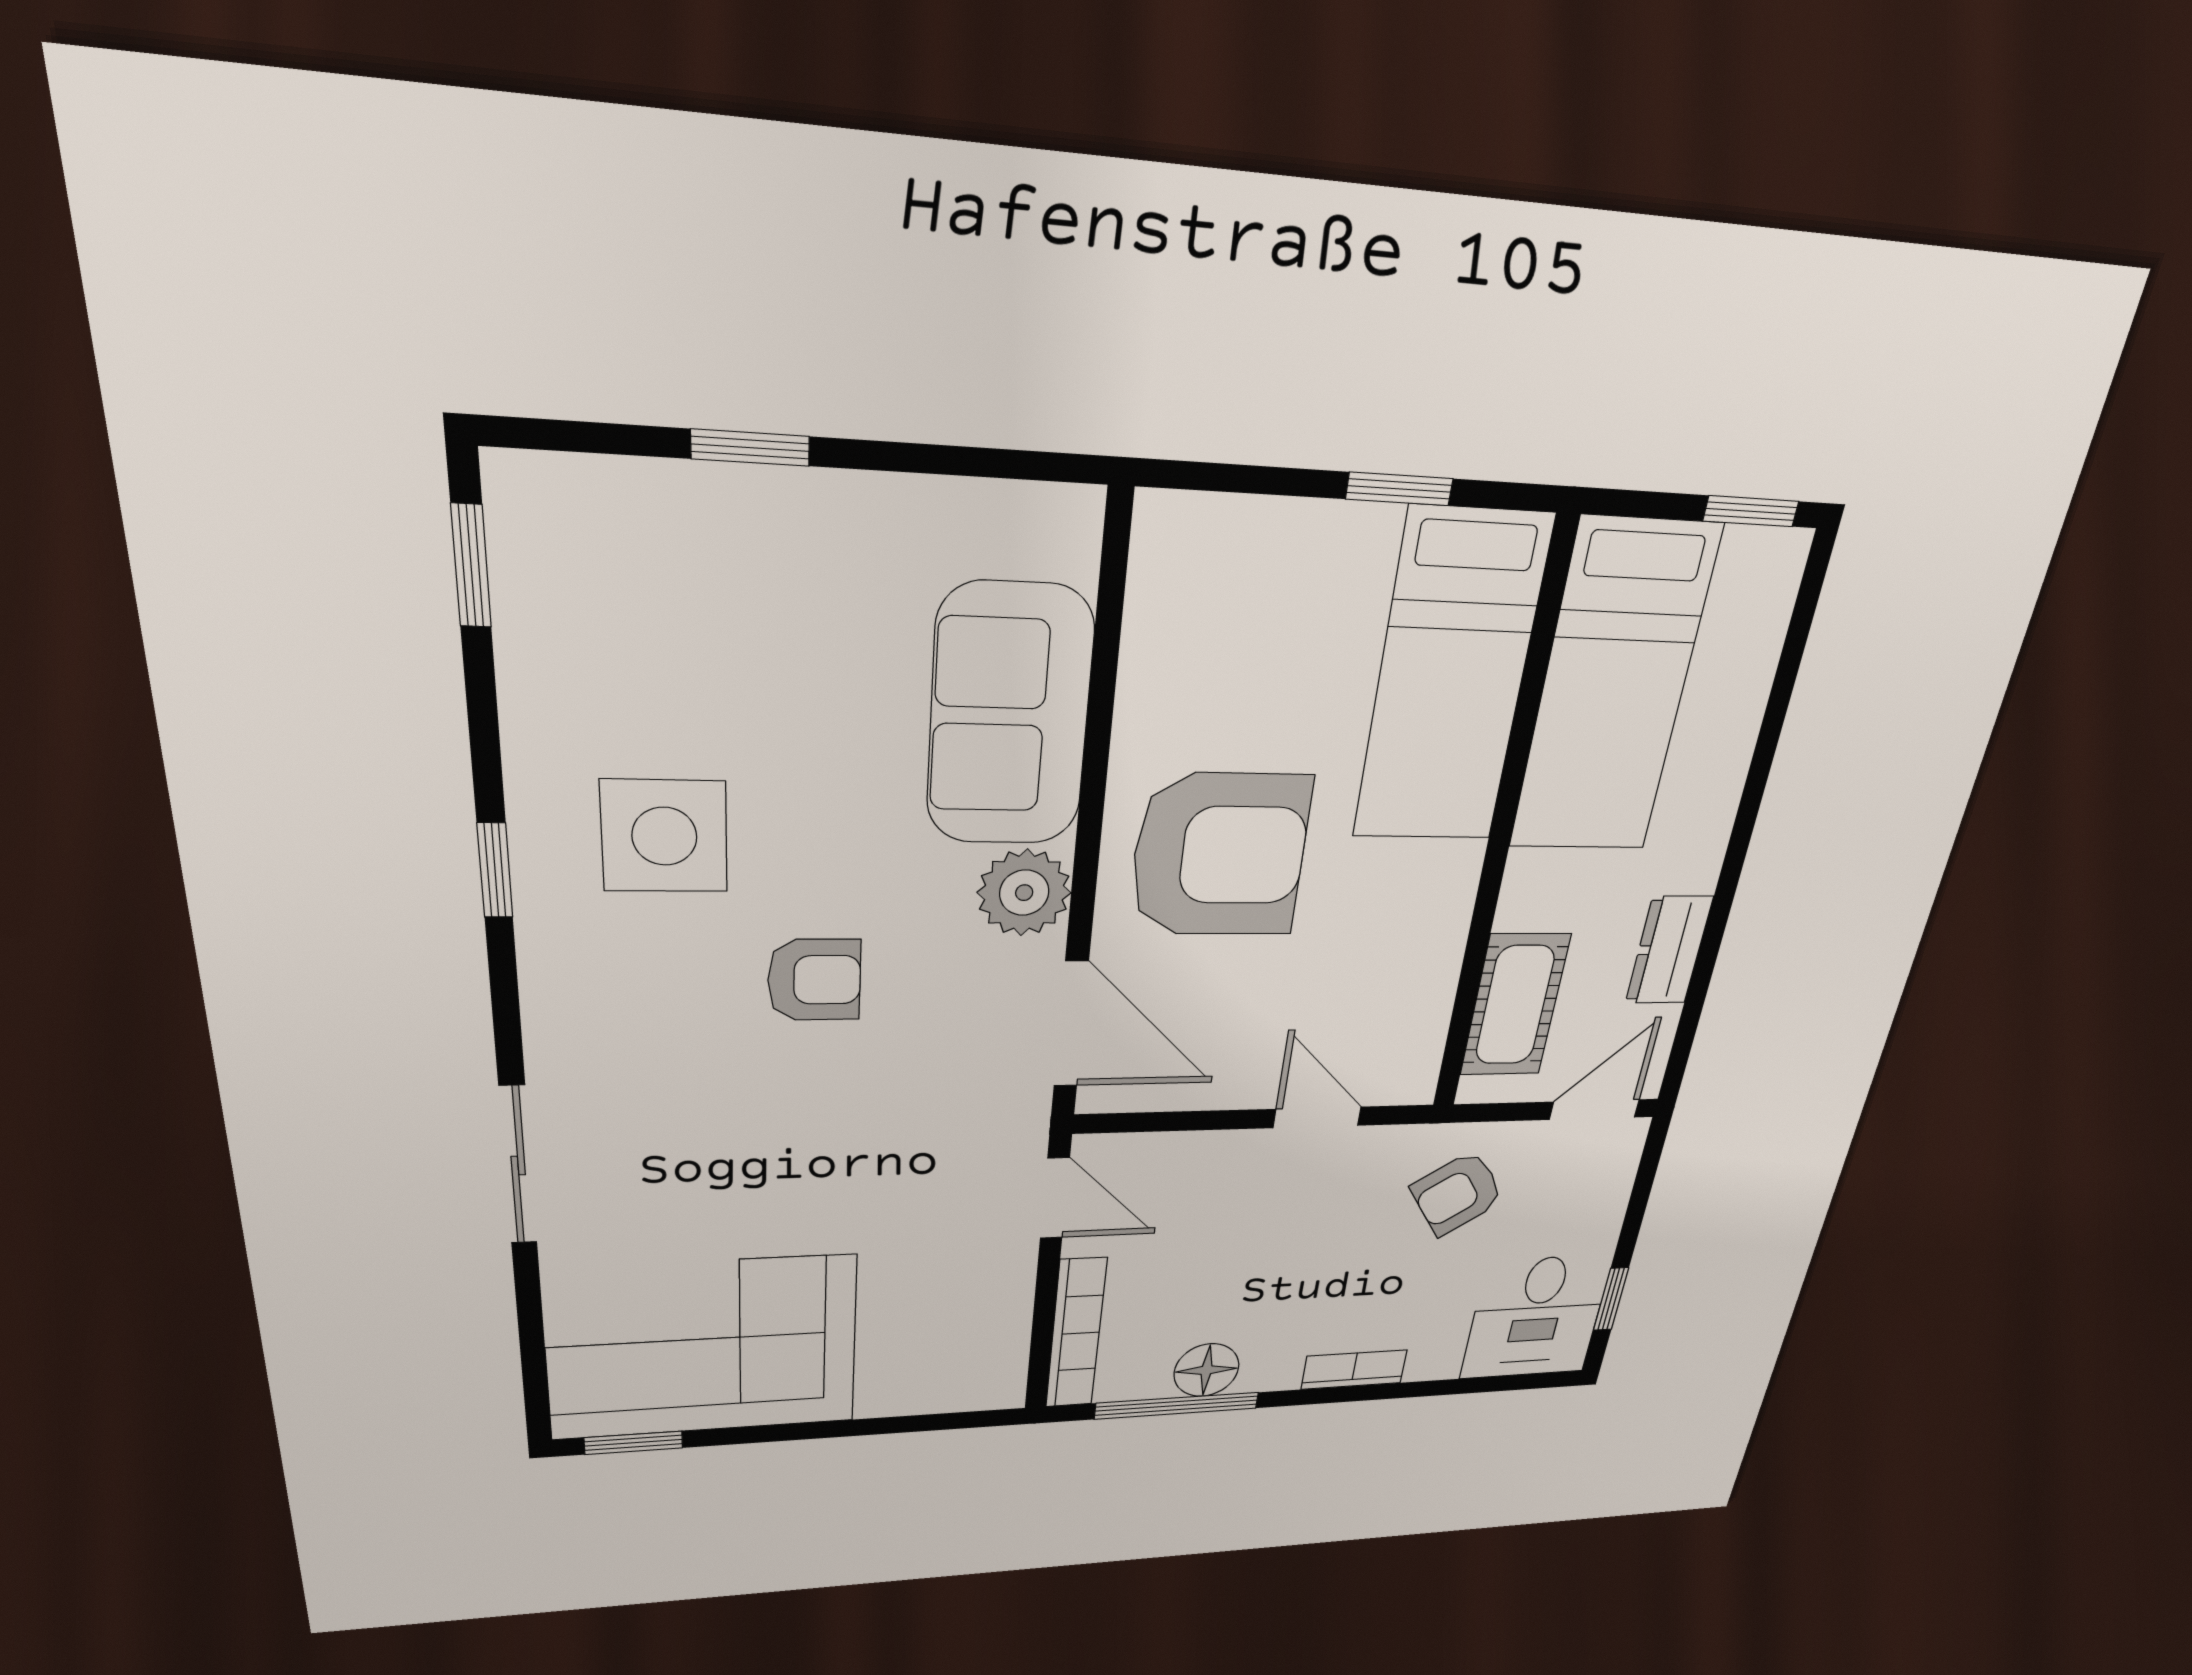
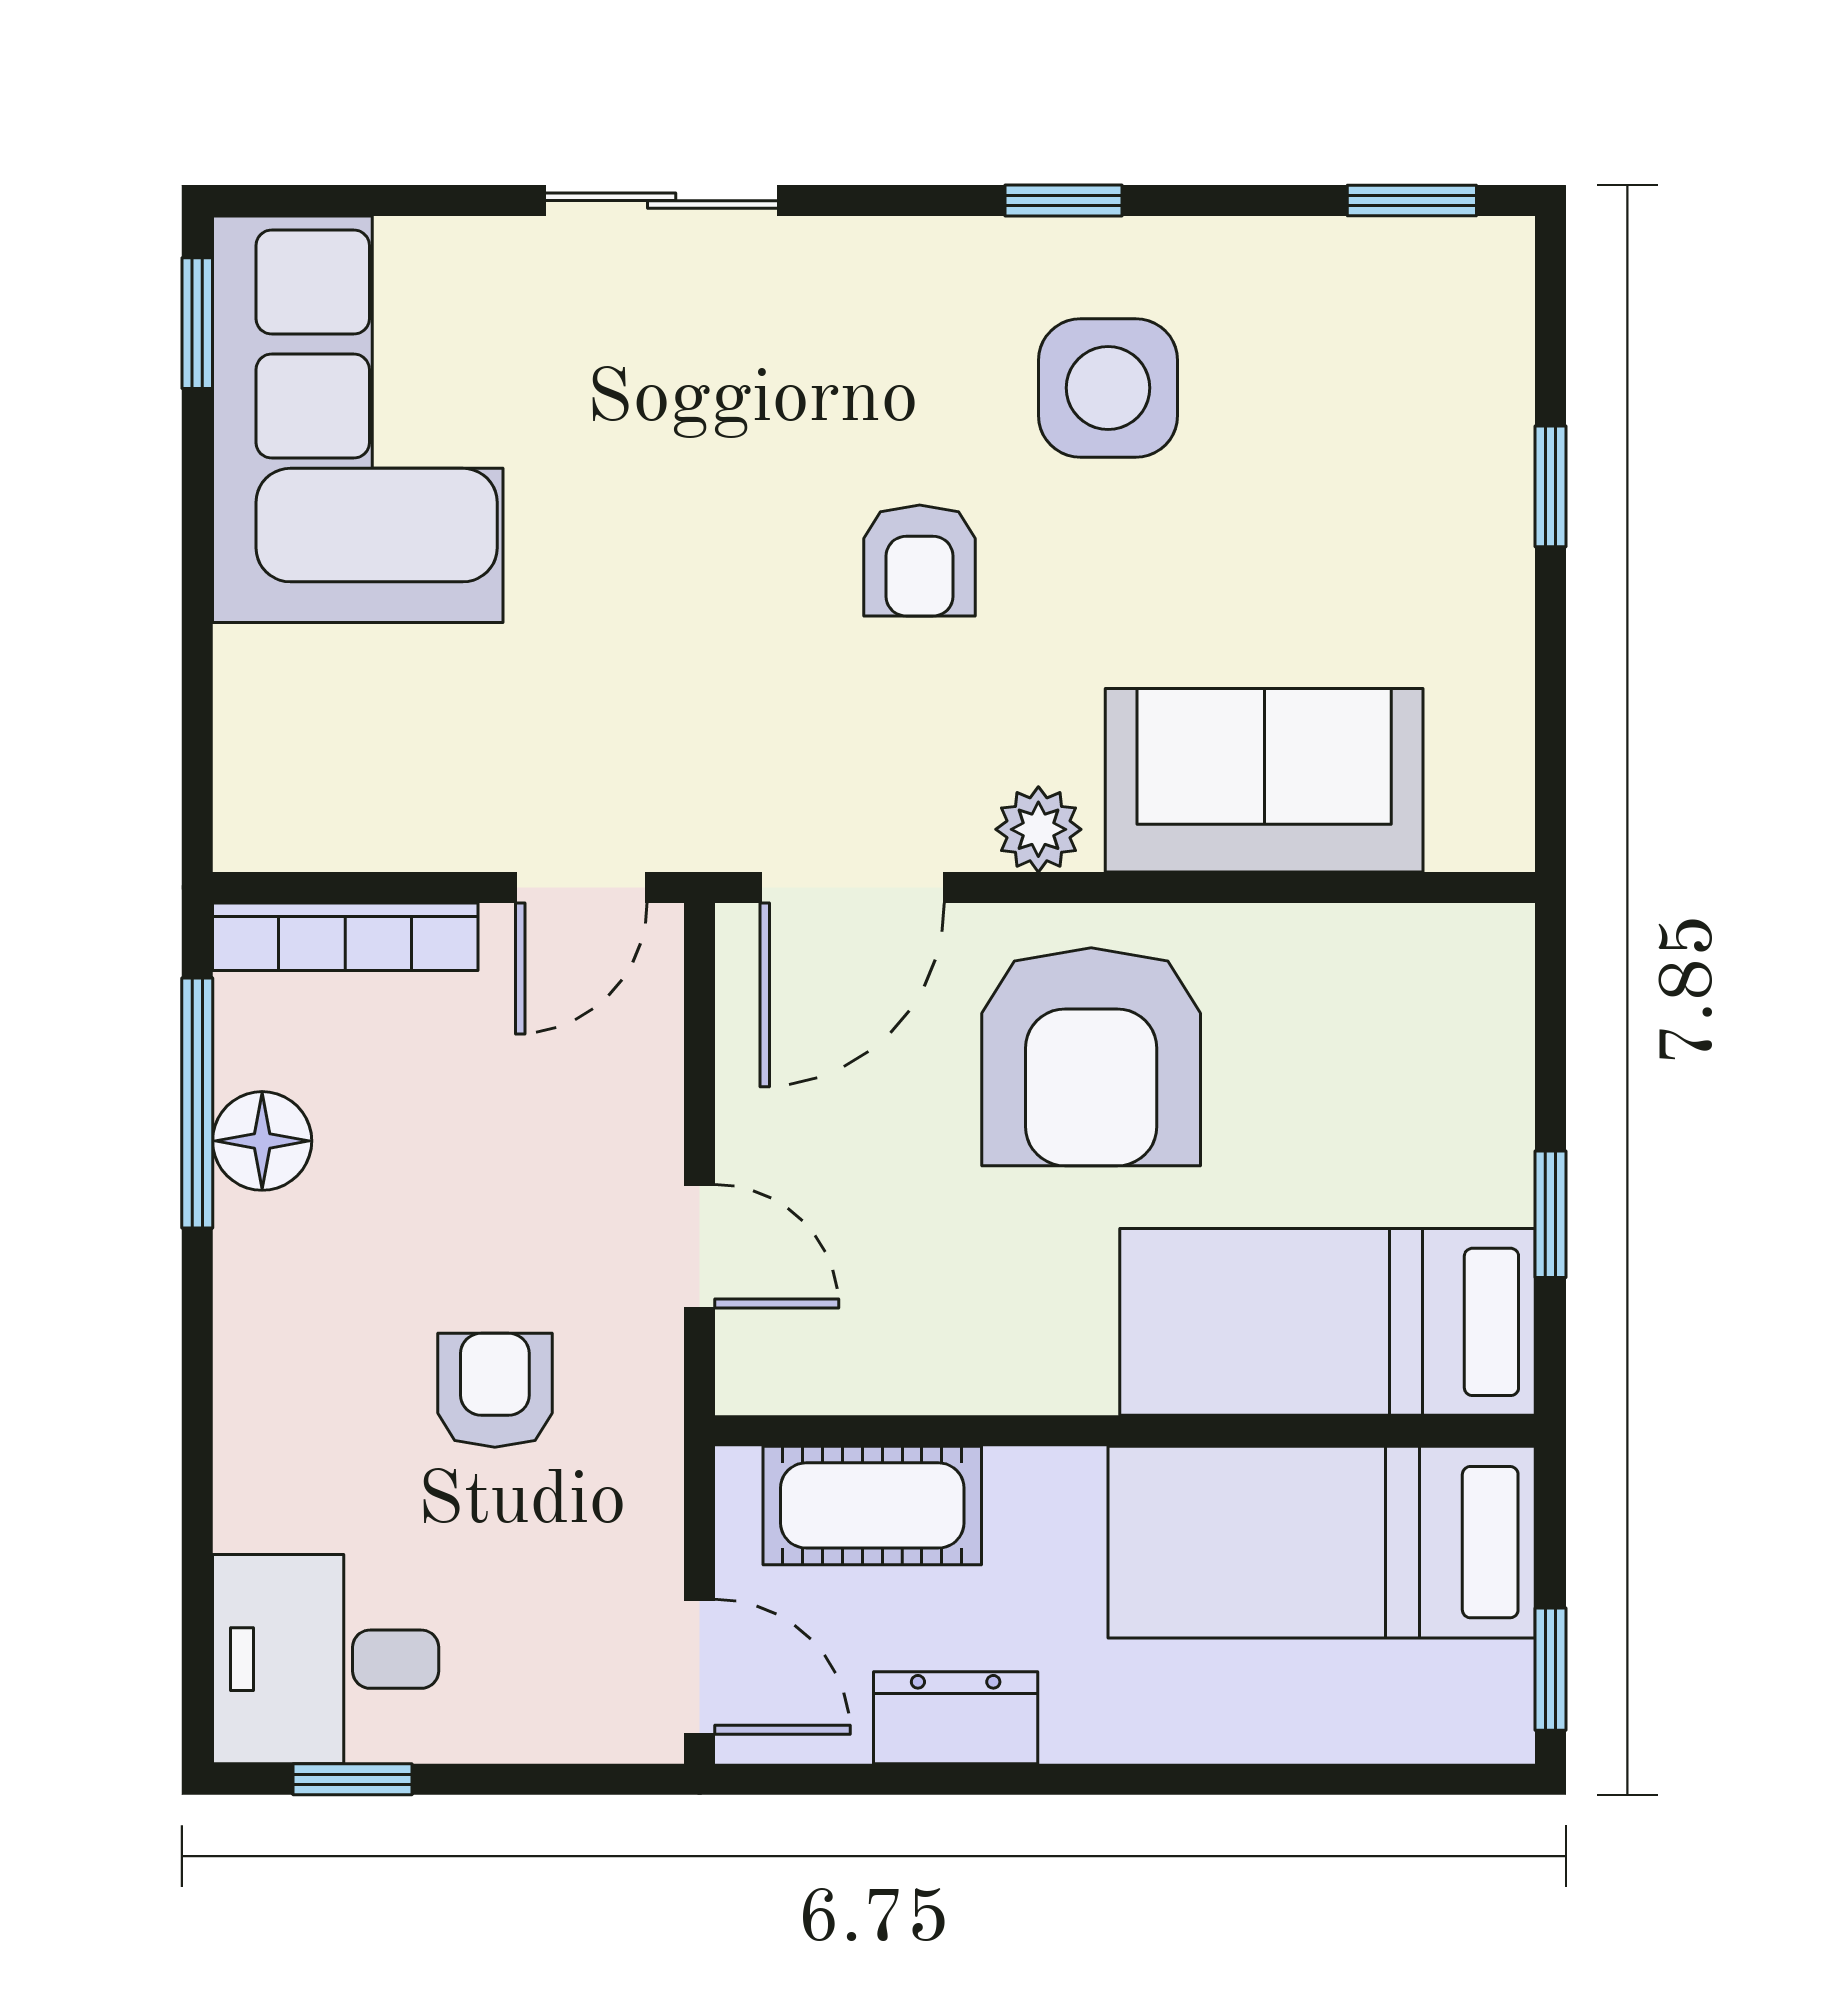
plant: (1024, 893) -> (1038, 829), width x0.73, depth x0.73
door: (1317, 1117) -> (700, 1246), hinge flipped
armchair: (1457, 1193) -> (495, 1390), moved, turned 34
bookcase: (1354, 1370) -> (245, 1376), removed

